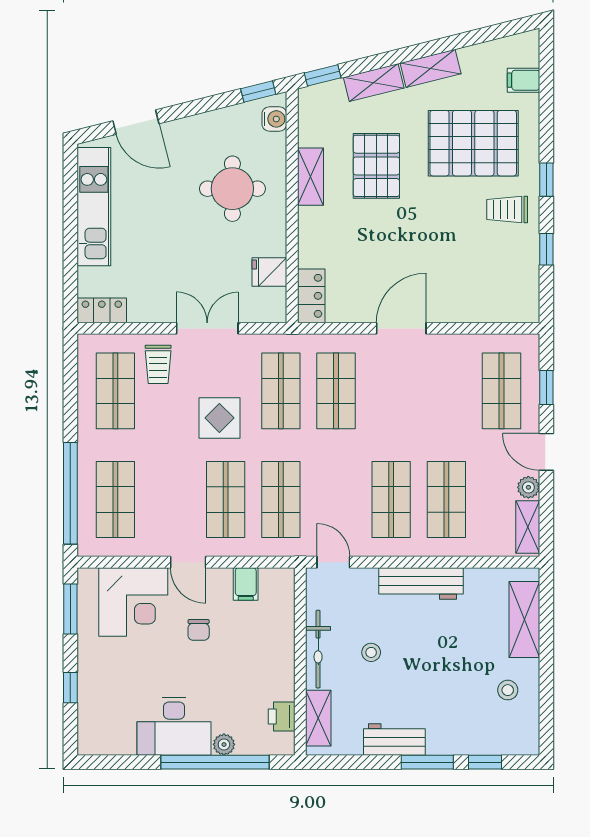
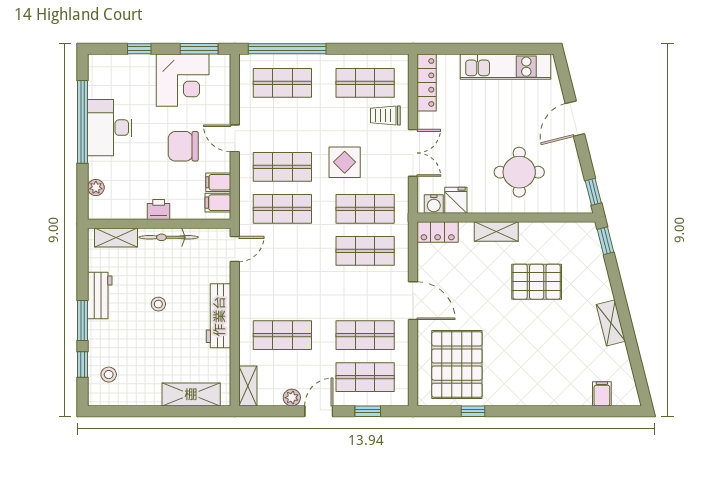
shelving: (374, 83) -> (600, 280), removed
water cooler: (274, 119) -> (434, 204), moved
door: (136, 122) -> (575, 119), moved
pallet: (473, 143) -> (457, 365), moved
shelving: (310, 177) -> (496, 232), moved
window: (546, 180) -> (526, 411), removed
trolley: (507, 209) -> (503, 381), removed
locker: (102, 310) -> (427, 83), width x1.53
shop shelf: (391, 500) -> (365, 335), moved
shelving: (528, 527) -> (248, 386), moved, turned 90
door: (188, 562) -> (235, 138), hinge flipped
filing cabinet: (273, 584) -> (218, 203), added
corner desk: (133, 602) -> (183, 80), moved, turned -90
chair: (199, 630) -> (183, 146), width x1.87, depth x1.87
stool: (371, 652) -> (158, 304), moved
stool: (508, 690) -> (109, 375), moved
printer: (282, 716) -> (159, 209), moved
plant: (224, 744) -> (96, 187), moved
window: (215, 762) -> (83, 122), moved

